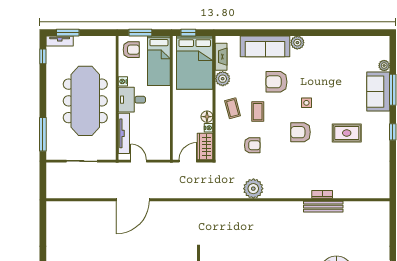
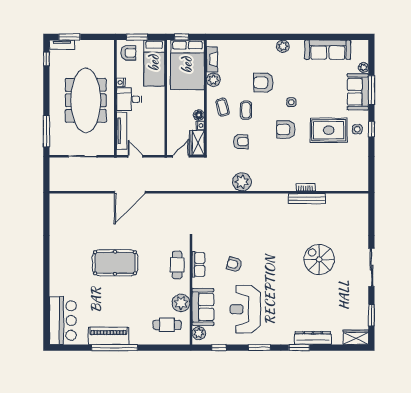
sofa: (265, 46) -> (328, 50), moved
side table: (378, 132) -> (357, 129), added
rug: (347, 133) -> (329, 130), width x1.36, depth x1.43

